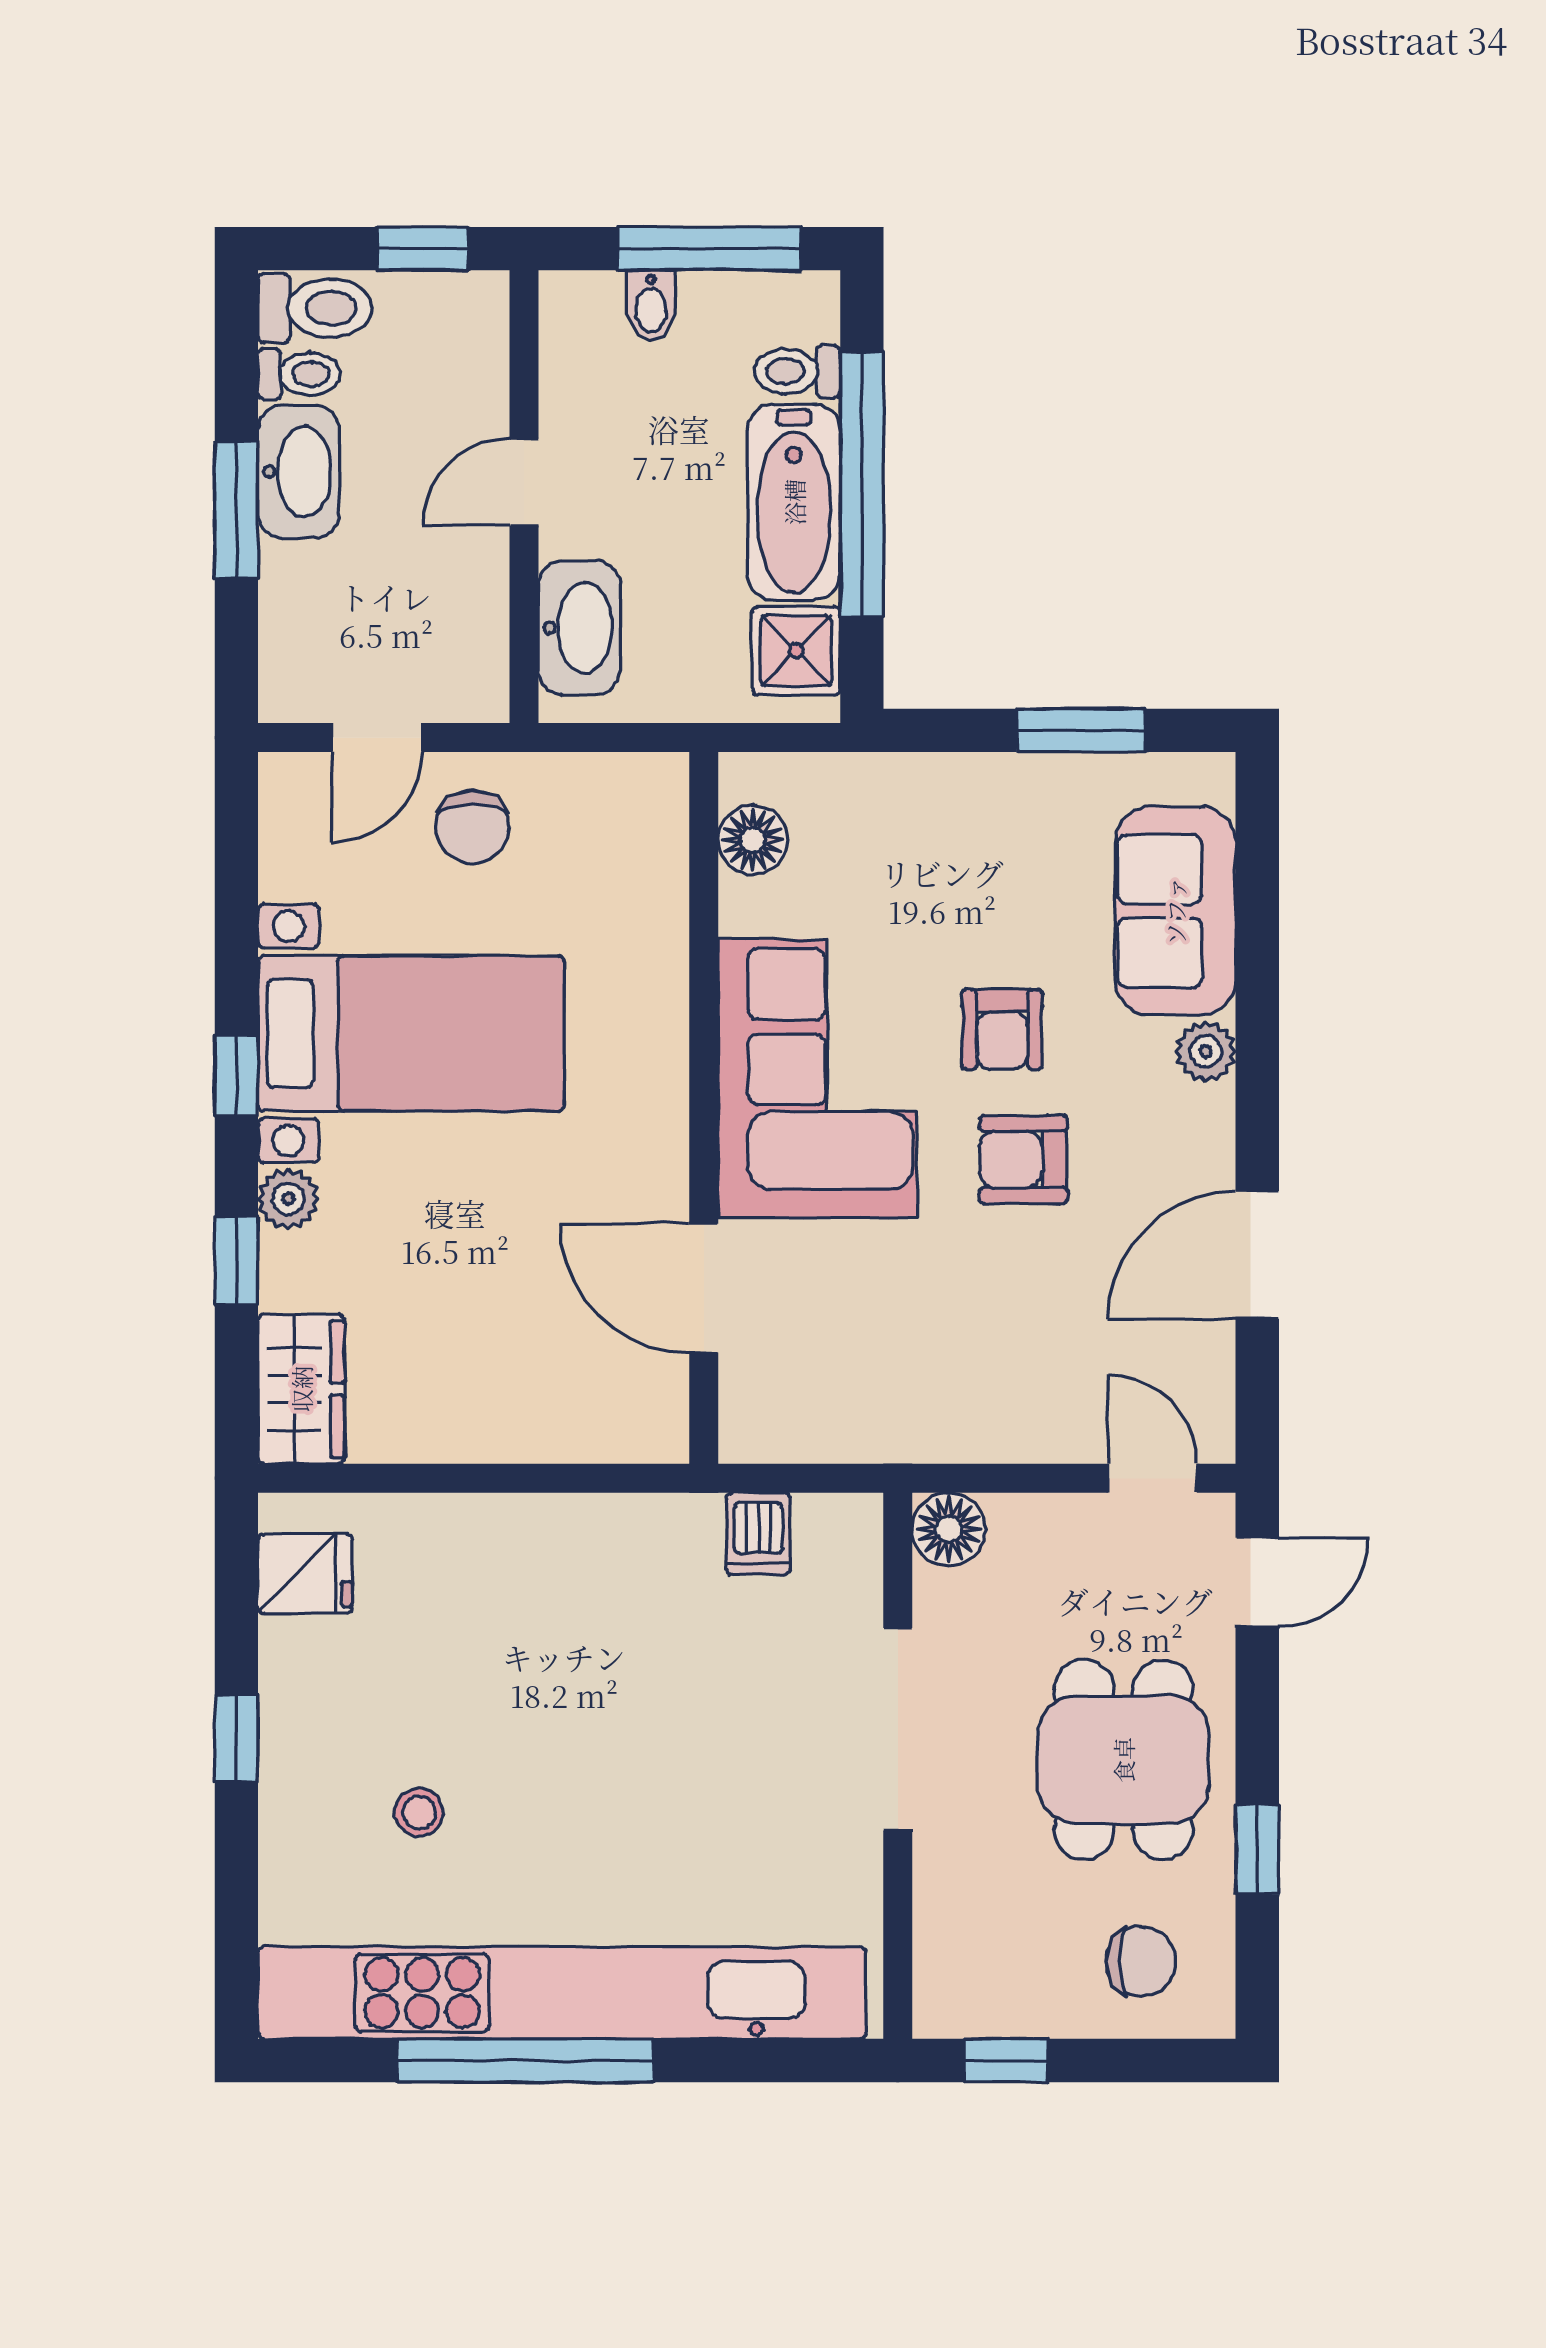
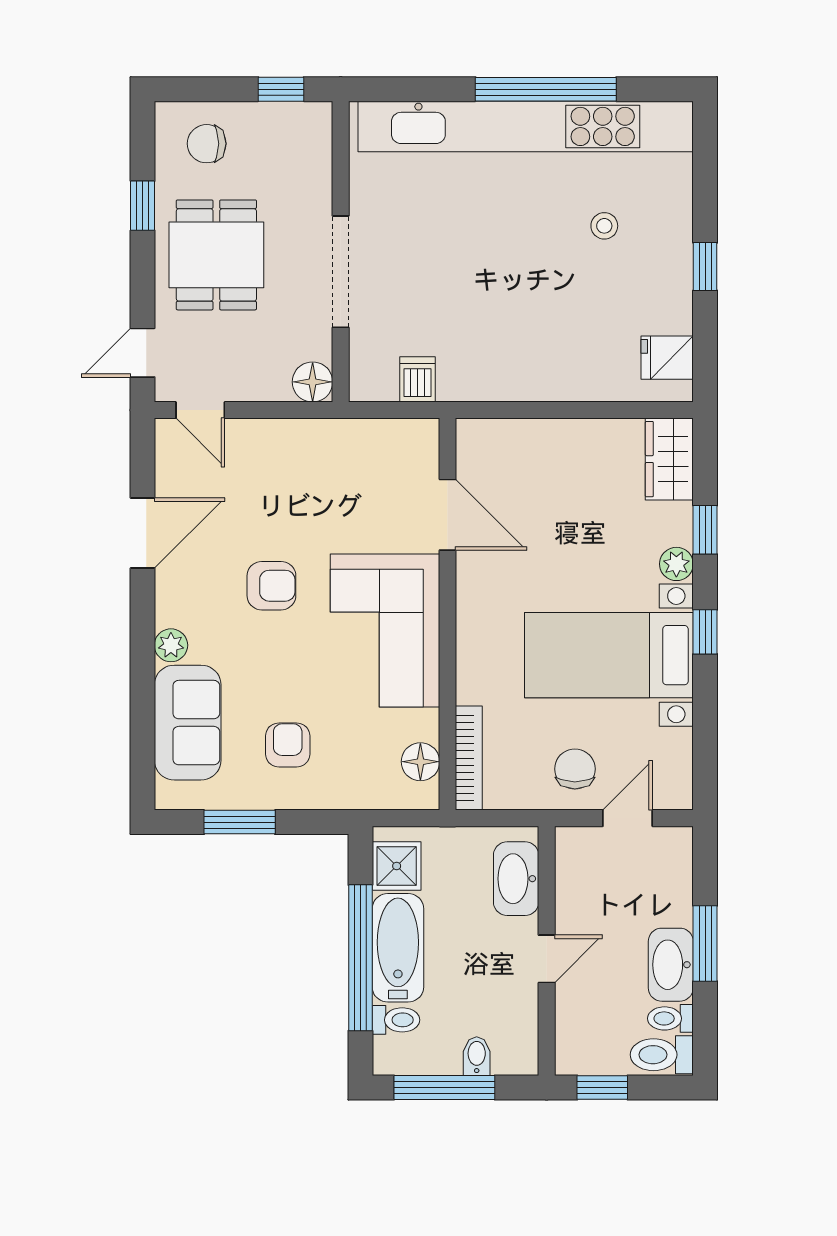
bookcase: (665, 847) -> (469, 758), added
armchair: (1002, 1029) -> (288, 745), moved

